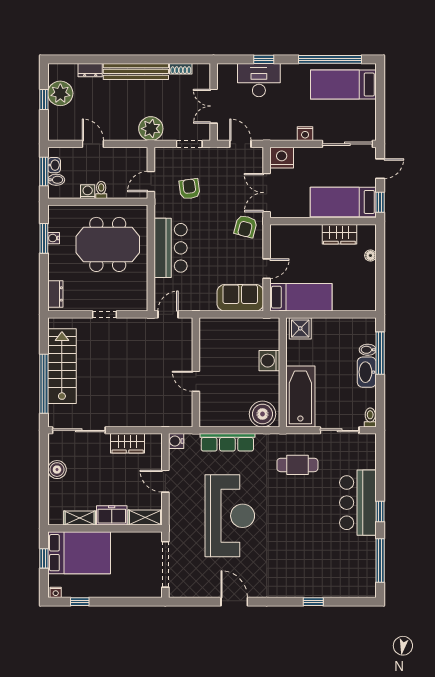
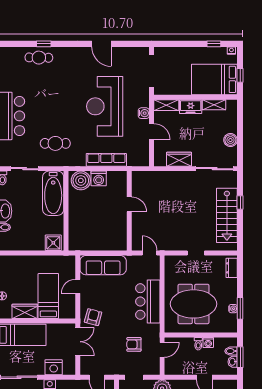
nightstand: (282, 158) -> (54, 367), moved
armchair: (190, 189) -> (134, 344), turned 98
bed: (301, 297) -> (48, 296), moved, turned 90
sofa: (240, 298) -> (103, 265), width x1.36
door: (168, 314) -> (150, 253), swing flipped
washing machine: (269, 361) -> (99, 178), moved, turned 90
window: (44, 384) -> (240, 203), width x0.32
water cooler: (176, 441) -> (144, 113), moved
cafe table: (320, 583) -> (39, 58), added

